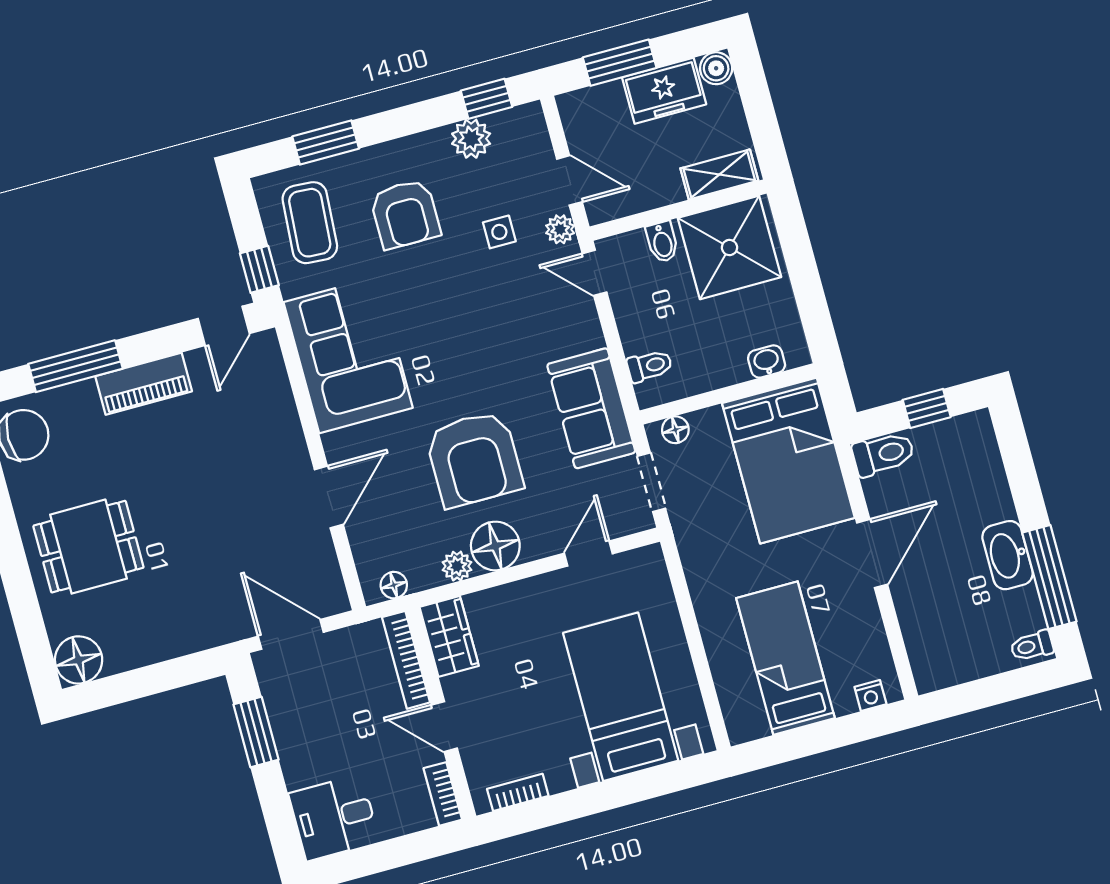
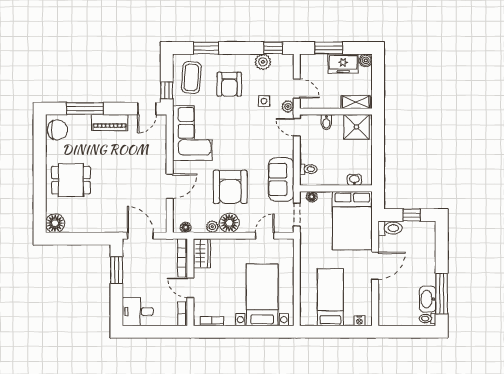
shower: (729, 248) -> (357, 127), width x0.73, depth x0.73
washbasin: (1008, 555) -> (428, 299), moved

